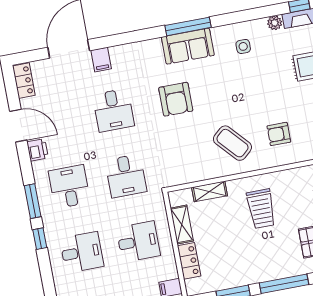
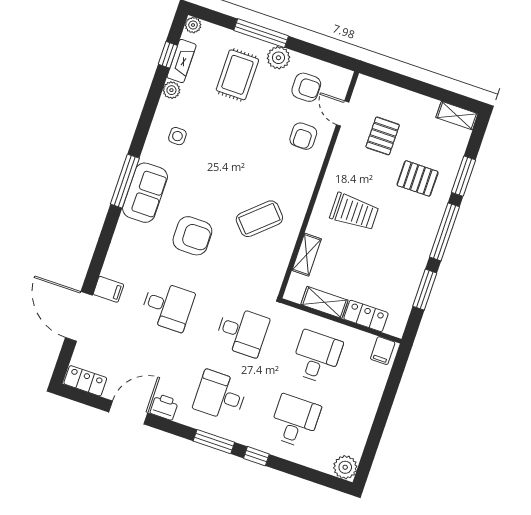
armchair: (279, 134) -> (303, 136), moved
coffee table: (232, 143) -> (259, 219), moved

